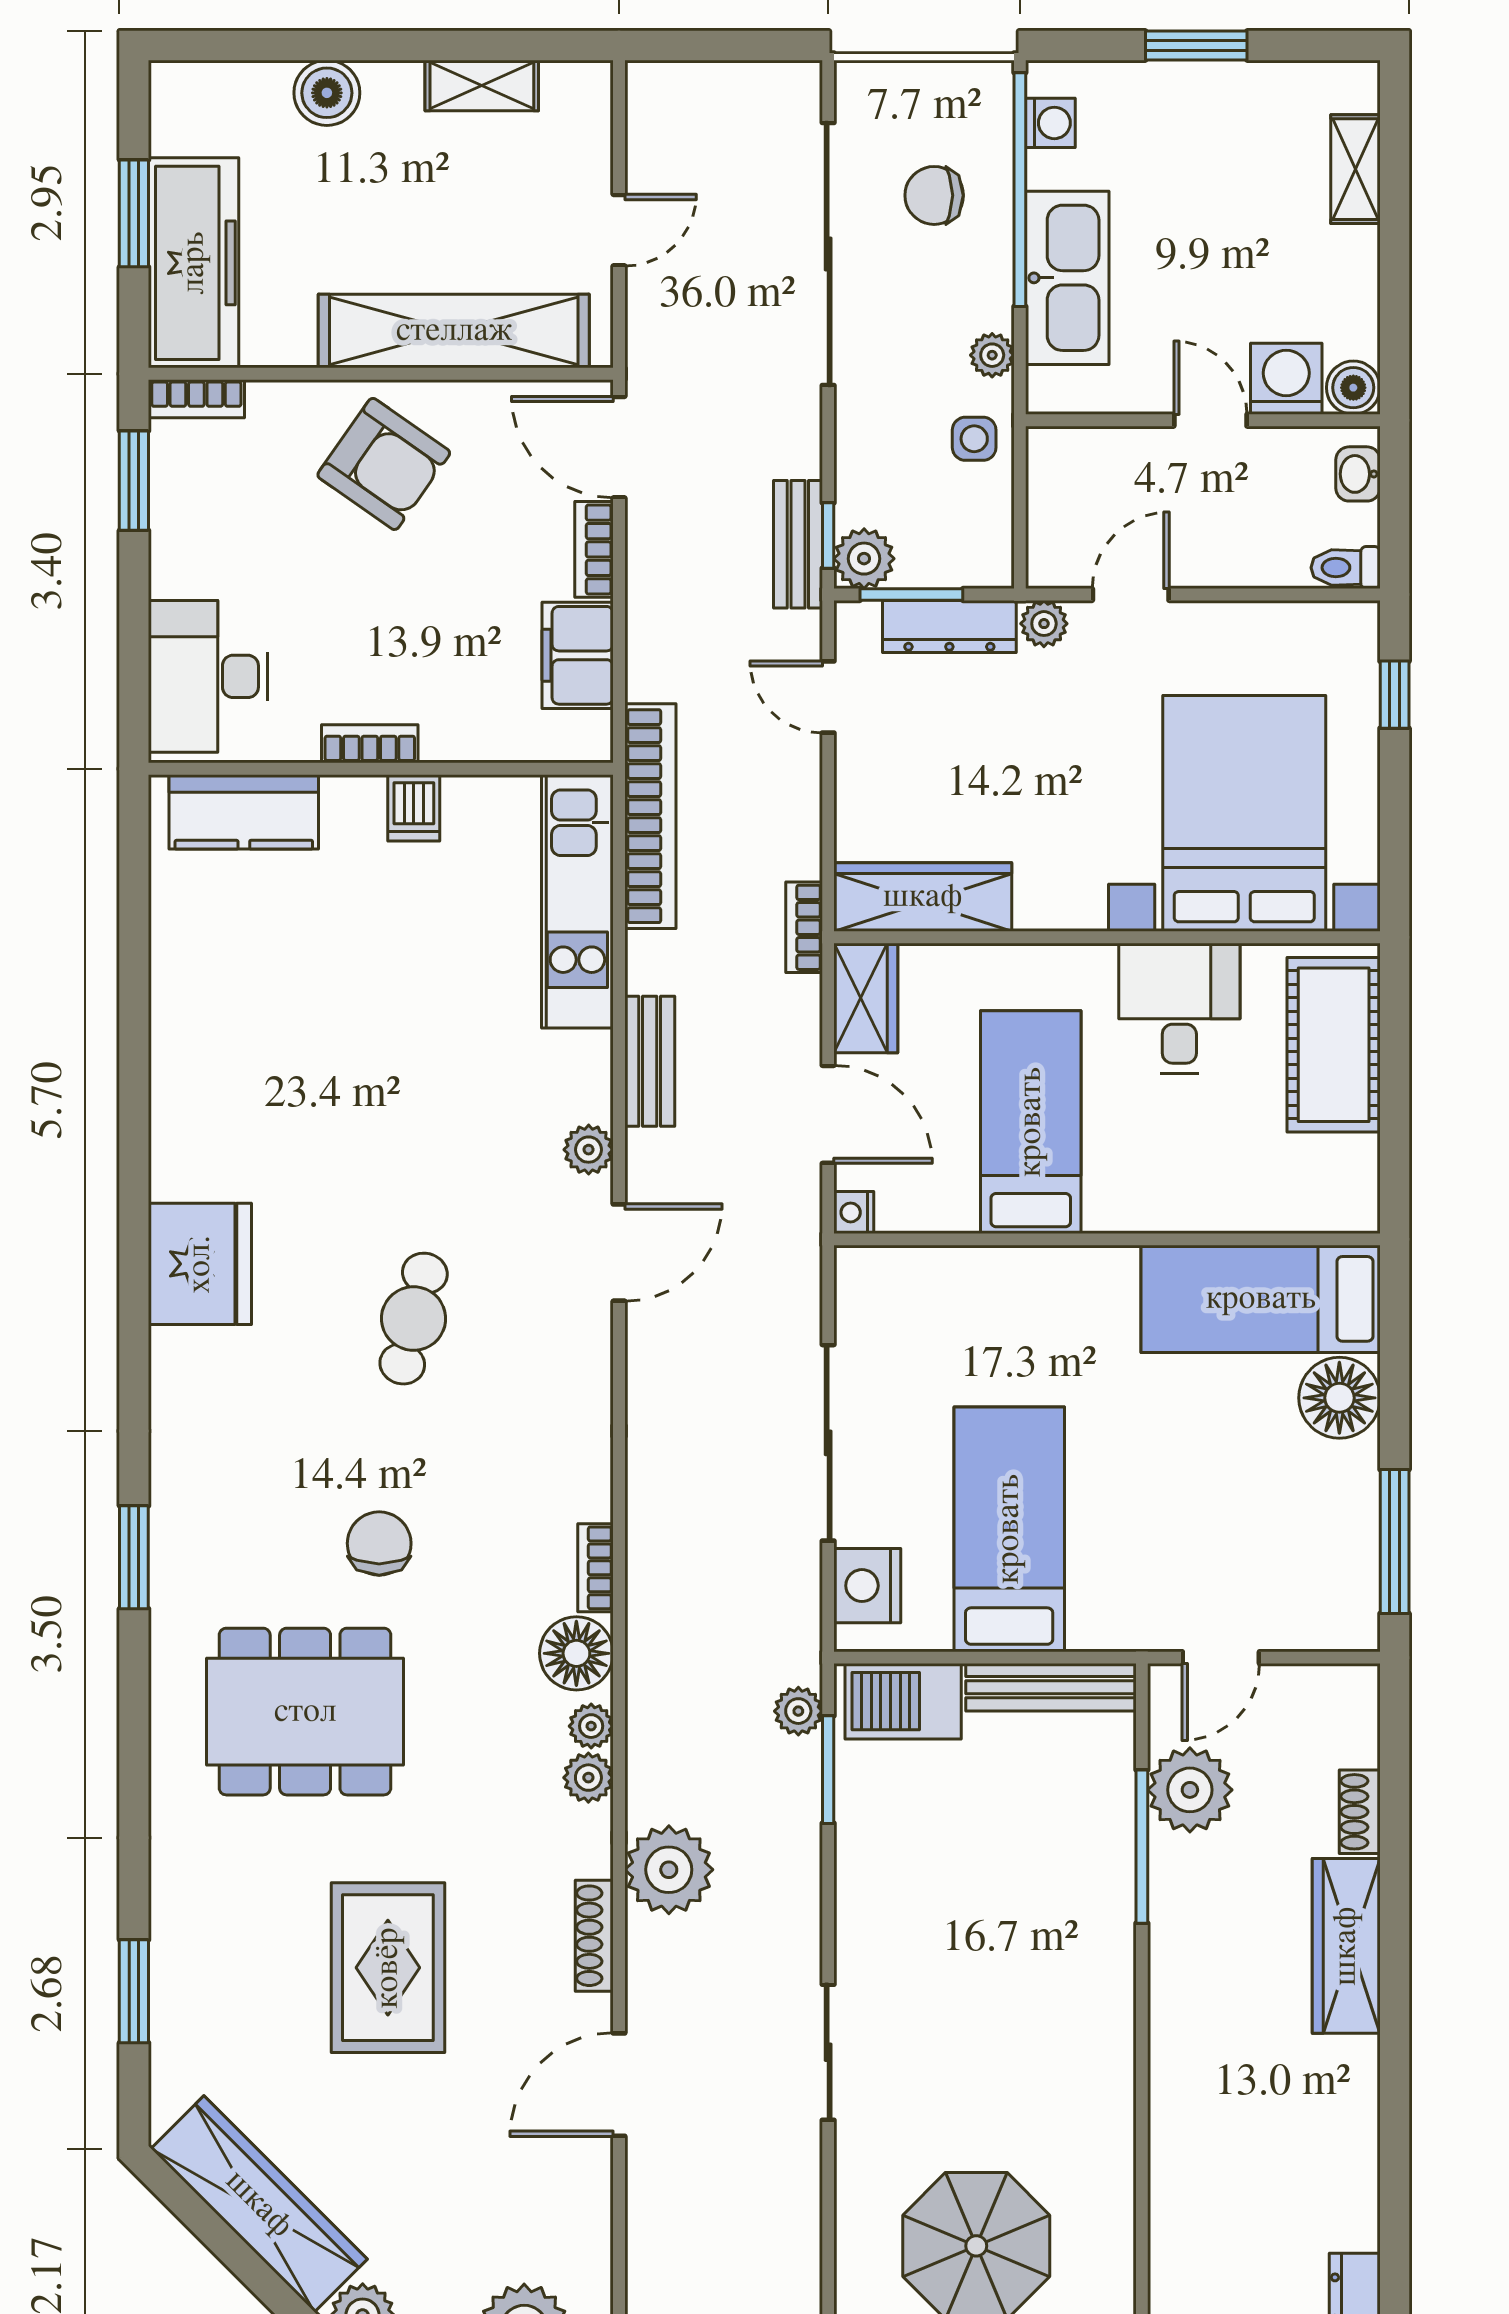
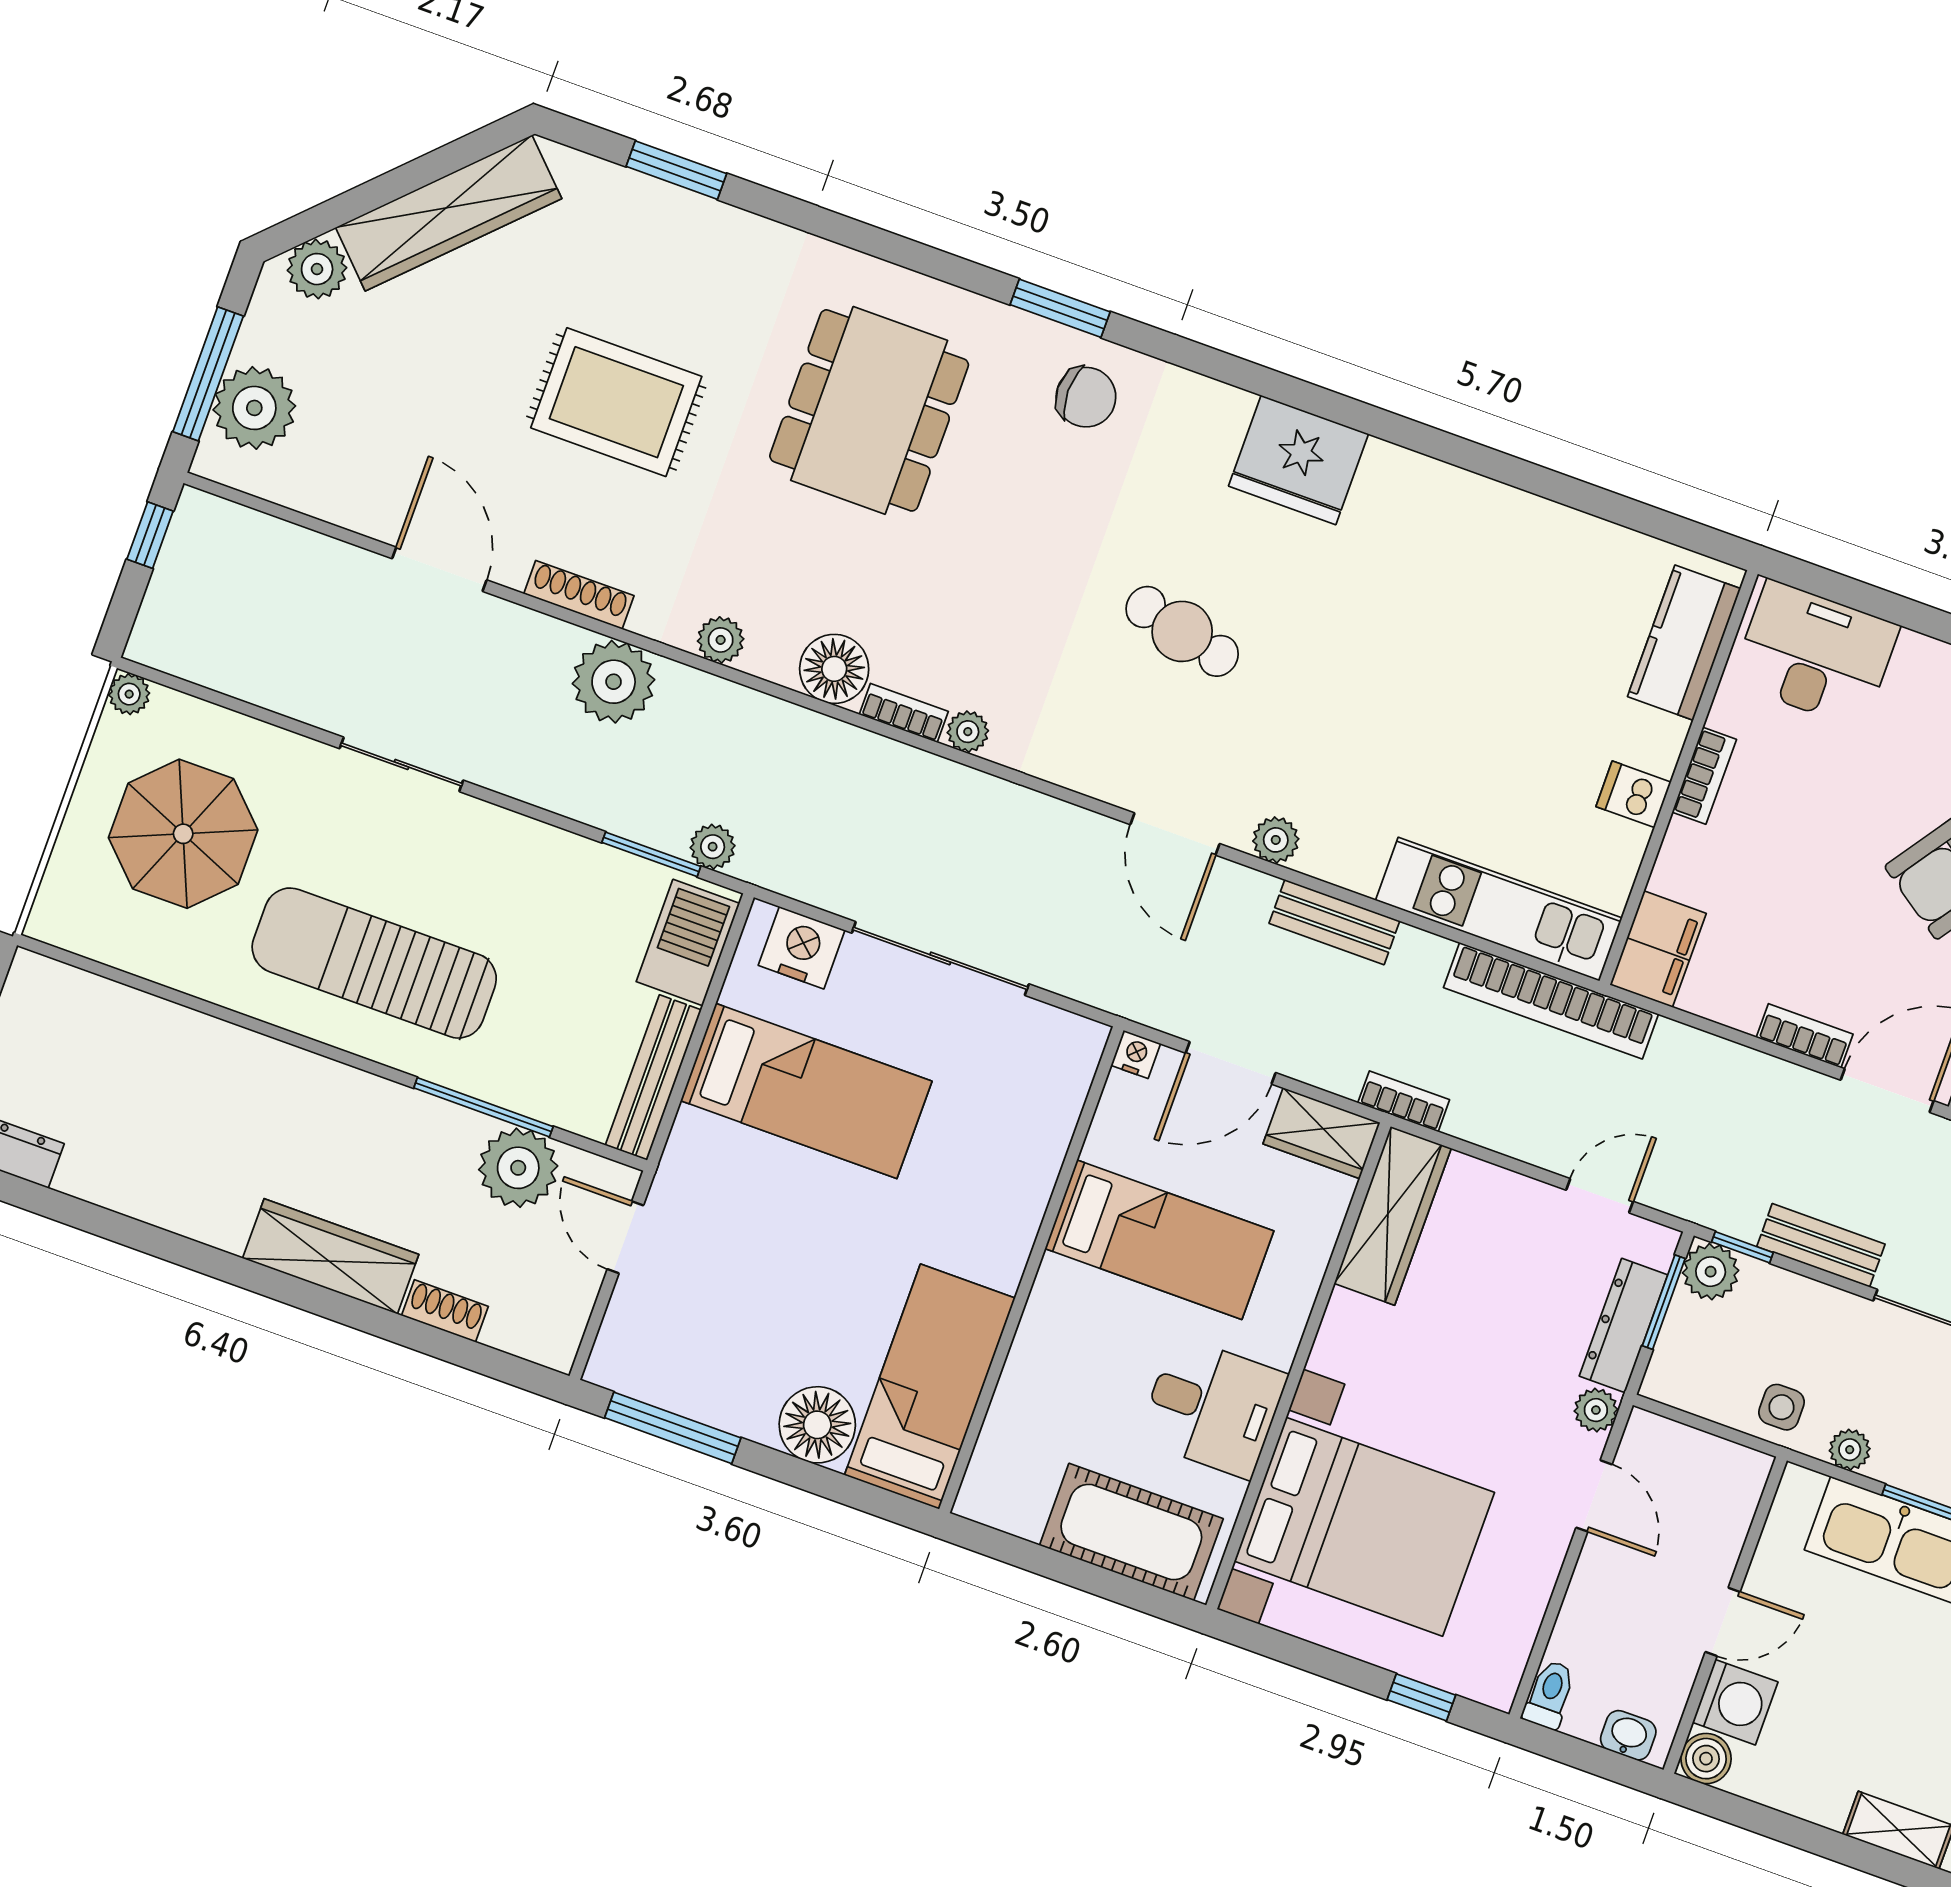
bench: (798, 544) -> (1821, 1245), moved
filing cabinet: (578, 655) -> (1658, 949), moved, turned 90
chair: (379, 1543) -> (1086, 397), moved
plant: (591, 1726) -> (968, 732), moved
sun lounger: (1037, 2008) -> (374, 963), added

